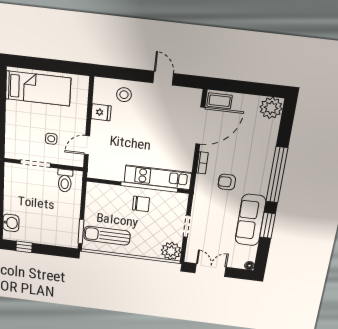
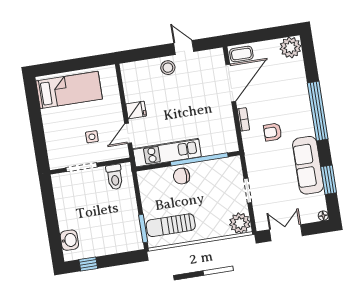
stool: (124, 95) -> (168, 68), moved
fridge: (101, 112) -> (136, 110), moved
kitchen unit: (158, 177) -> (167, 153), moved
chair: (141, 204) -> (182, 176), moved, turned 180
window: (268, 225) -> (329, 180), moved

